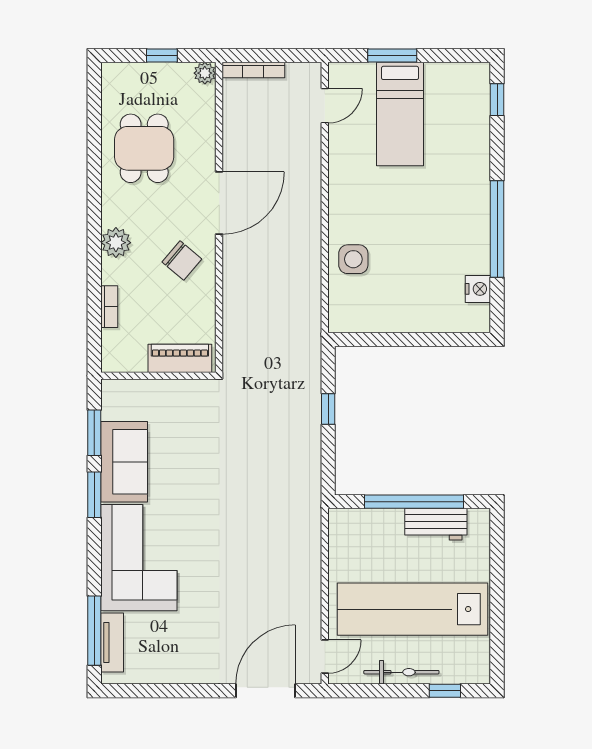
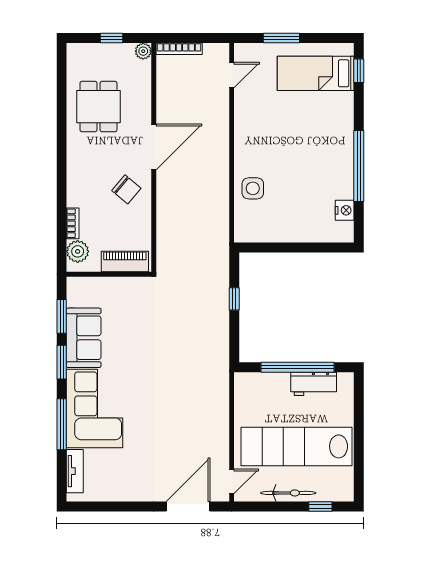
bed: (400, 114) -> (316, 73), moved, turned 90
plant: (116, 243) -> (78, 251), moved
window: (94, 631) -> (62, 424), moved

